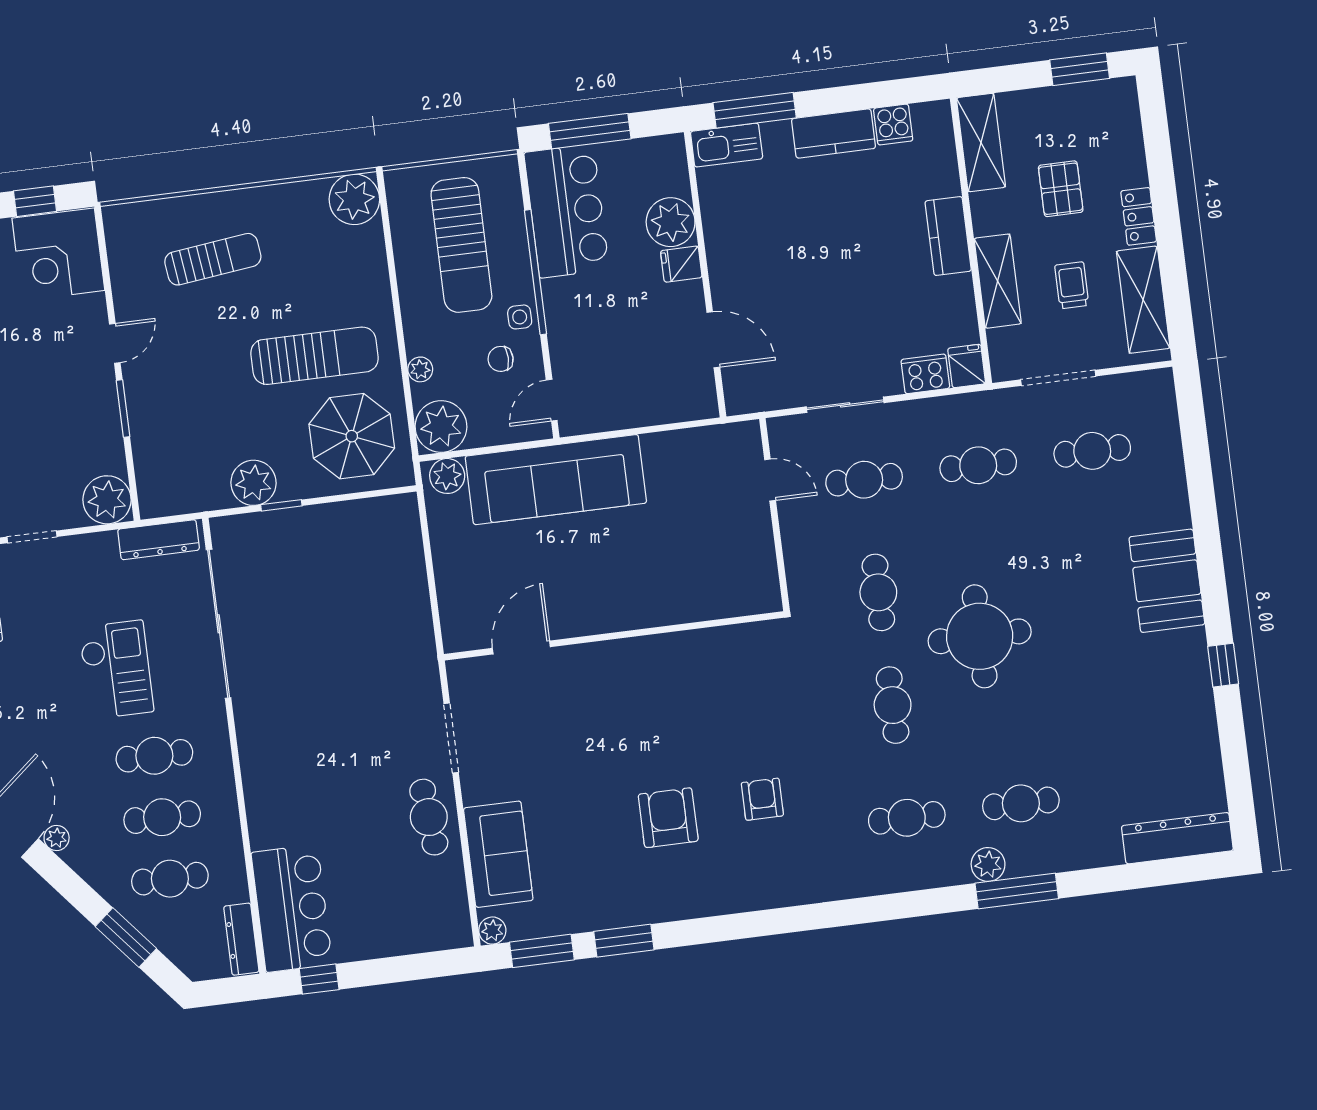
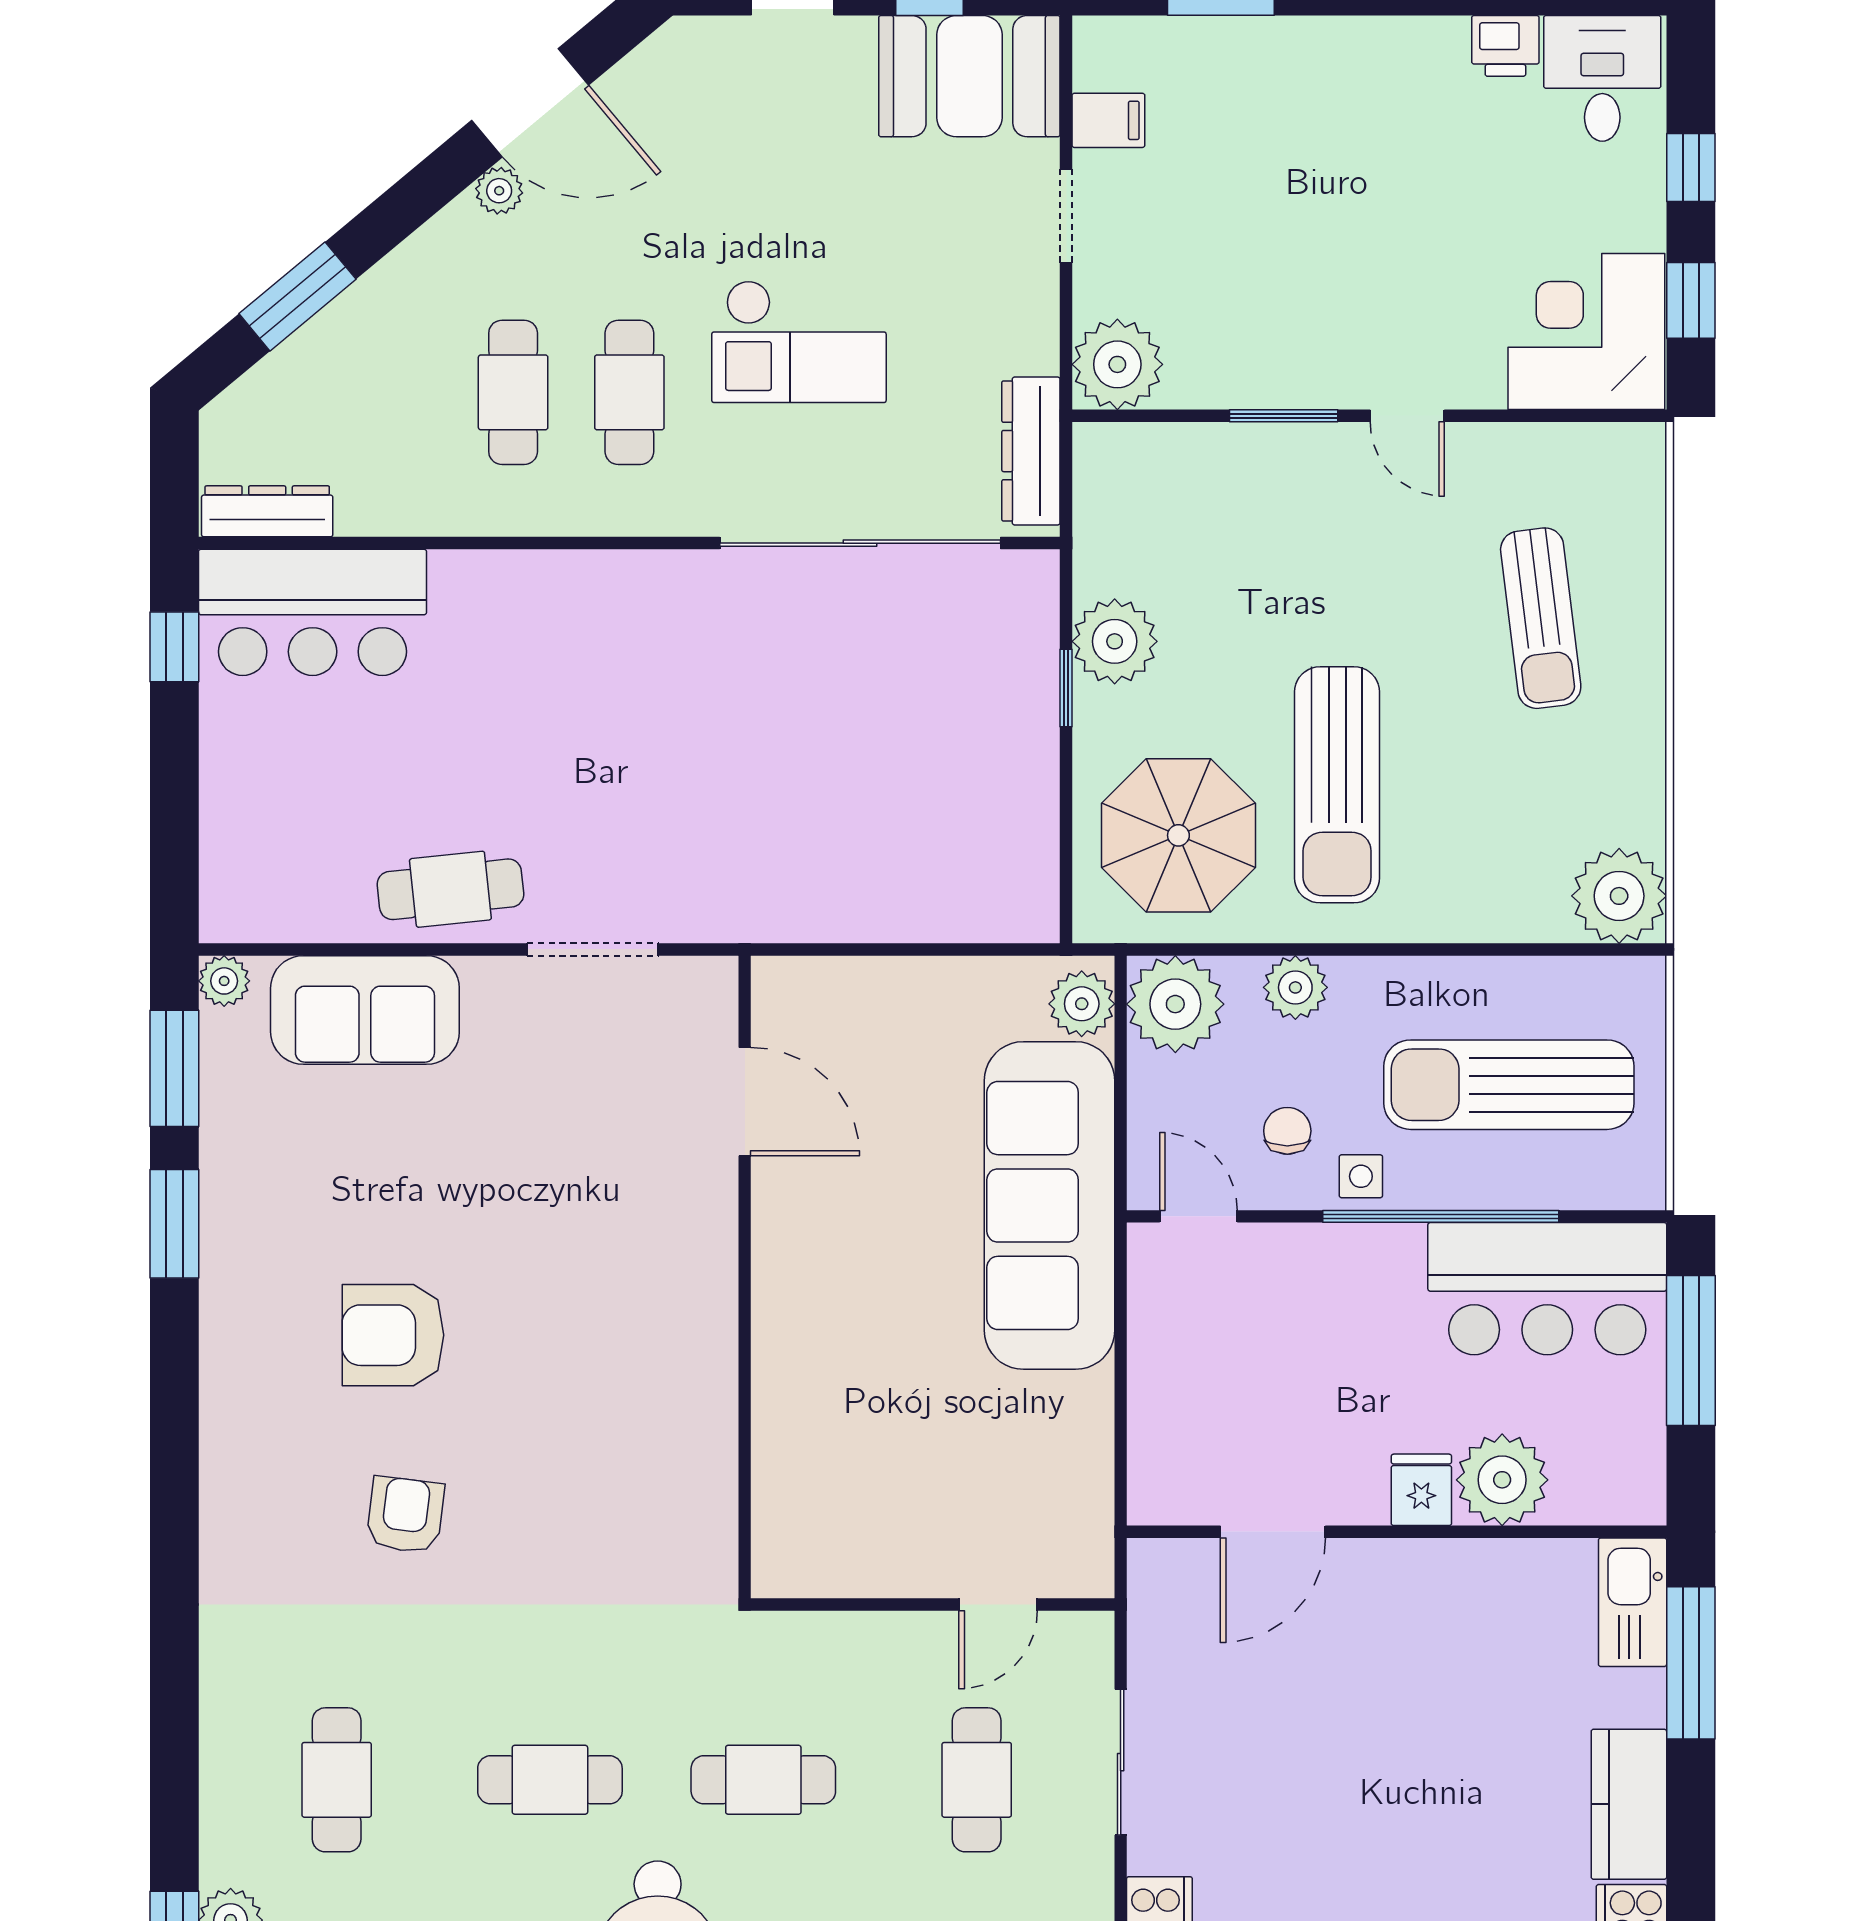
plant: (420, 369) -> (1295, 987), width x1.38, depth x1.38
armchair: (762, 799) -> (405, 1515), turned -83
armchair: (668, 818) -> (393, 1335), turned 180
cafe table: (170, 879) -> (397, 392), removed

